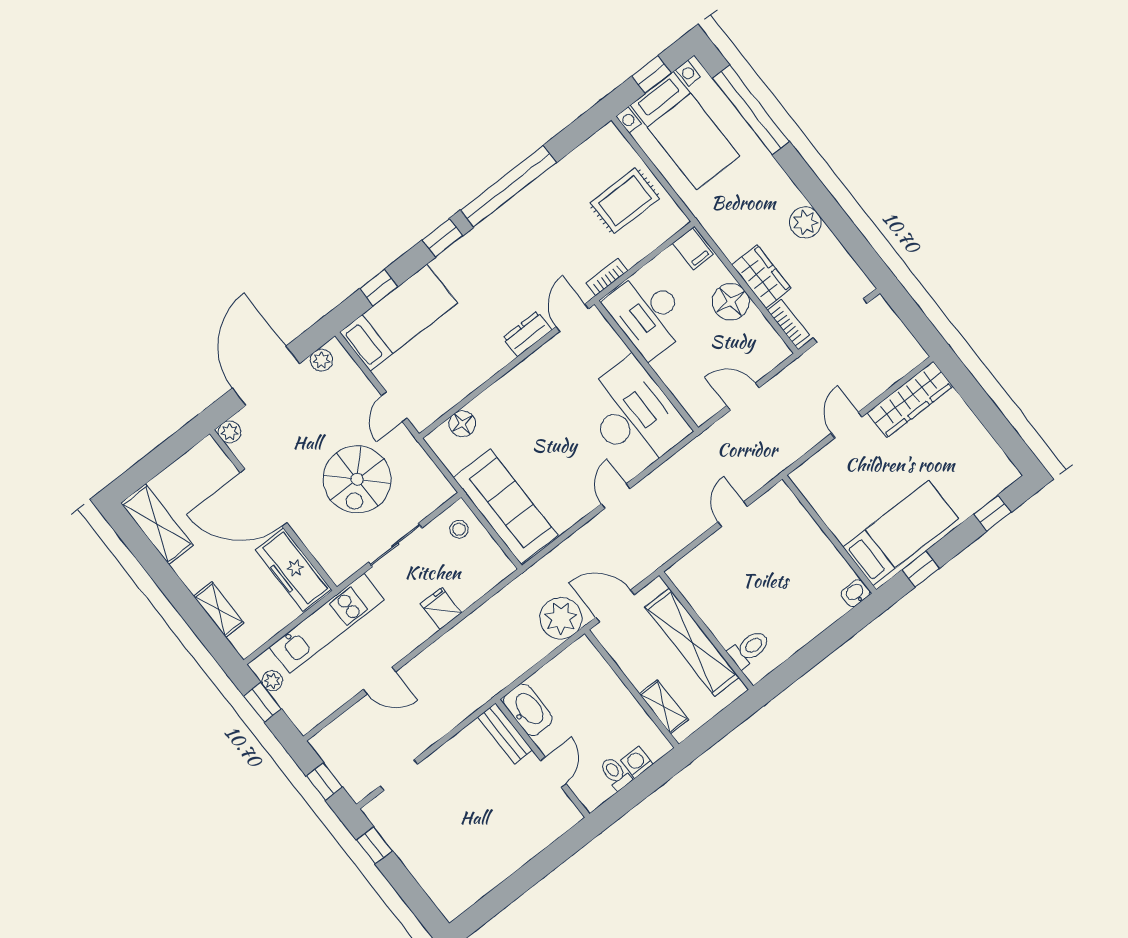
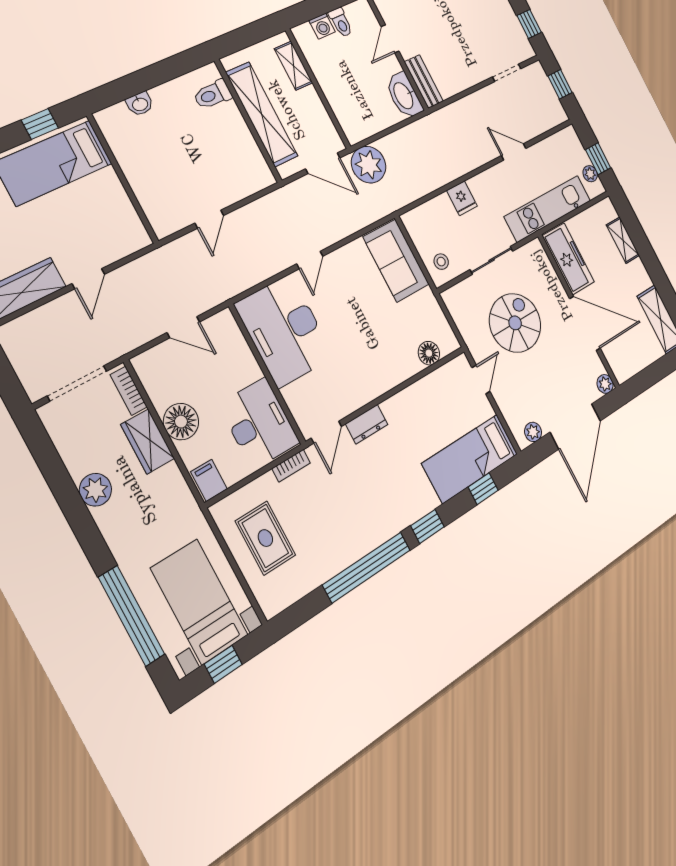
rug: (625, 201) -> (265, 538), turned 90
sofa: (505, 507) -> (396, 261), width x0.73
washbasin: (855, 593) -> (140, 104), moved

